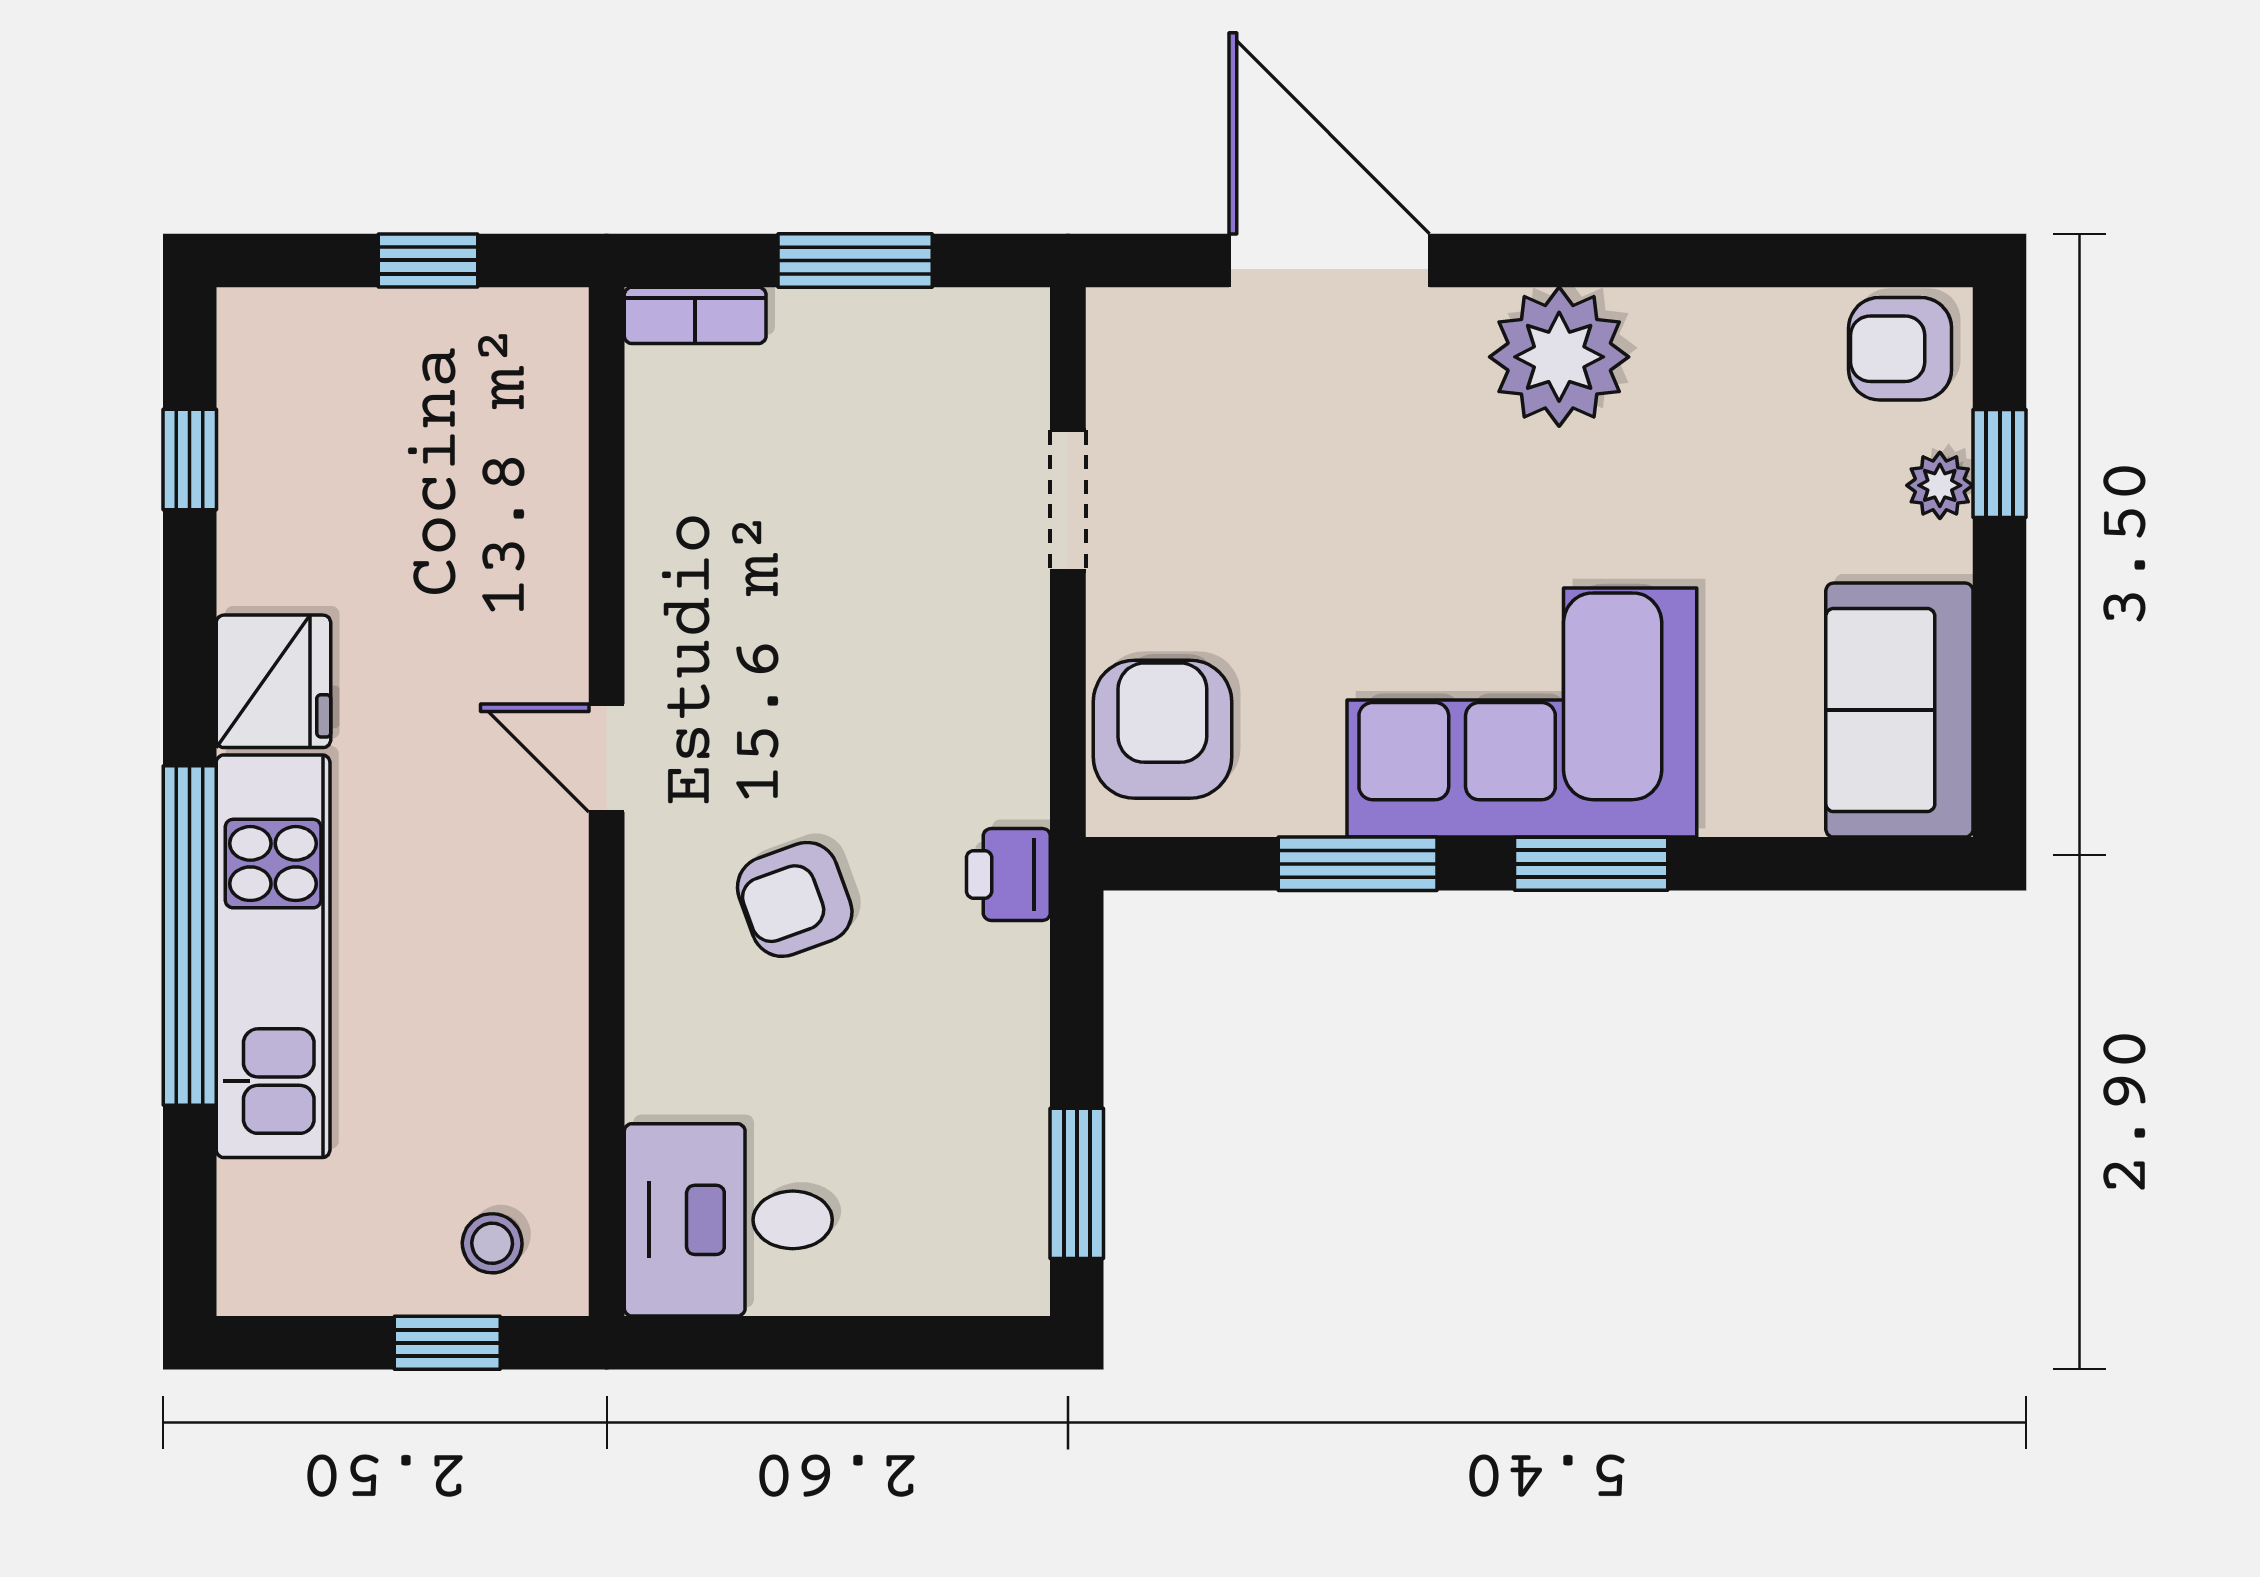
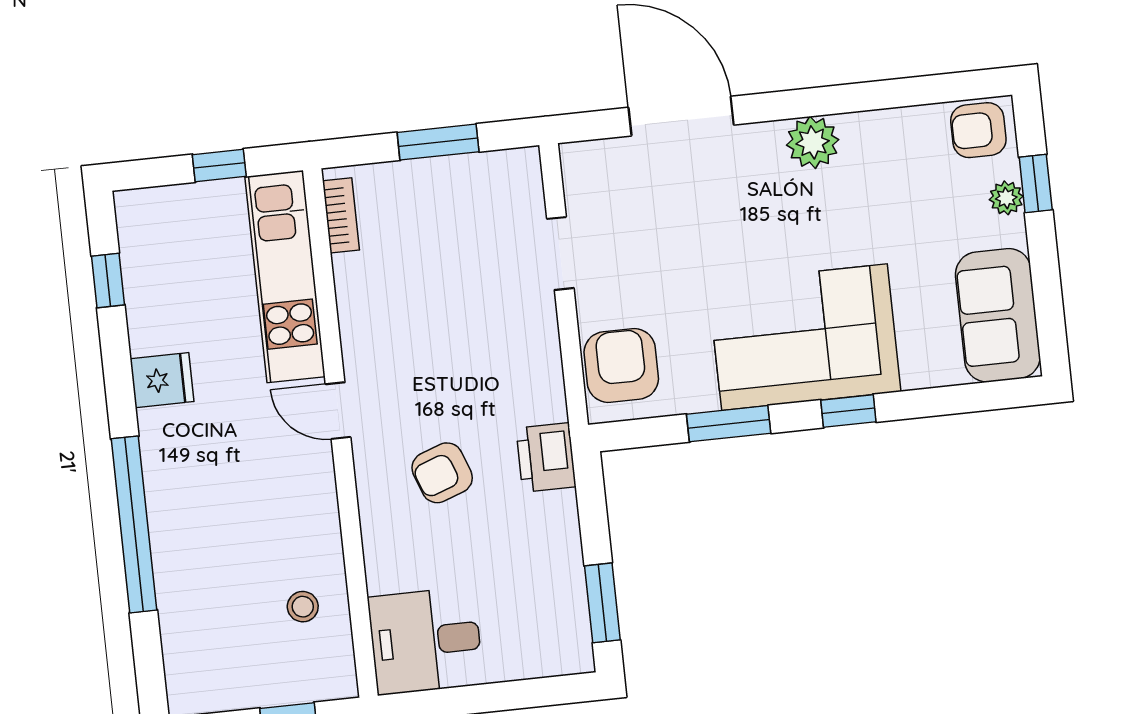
bookcase: (695, 315) -> (341, 215), moved, turned -90
plant: (1559, 357) -> (813, 142), width x0.73, depth x0.73
fridge: (273, 681) -> (162, 380), width x0.72
window: (1591, 864) -> (848, 411), width x0.67
printer: (1008, 874) -> (546, 457), width x1.36, depth x1.24
kitchen unit: (273, 956) -> (285, 277), moved, turned 180
stool: (492, 1243) -> (303, 607), moved

